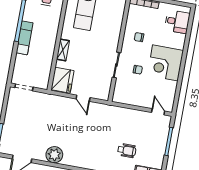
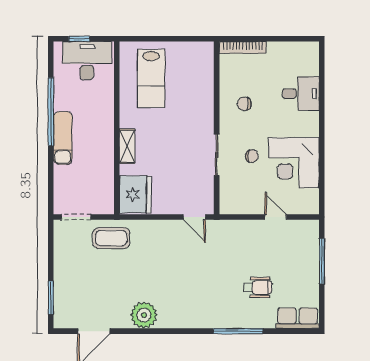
desk: (177, 22) -> (301, 94), moved
corner desk: (165, 63) -> (294, 163), moved
door: (83, 98) -> (194, 217), moved
coffee table: (43, 104) -> (111, 238), added
door: (158, 112) -> (276, 217), moved

